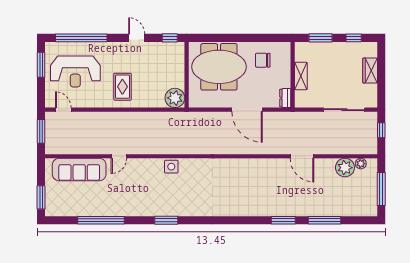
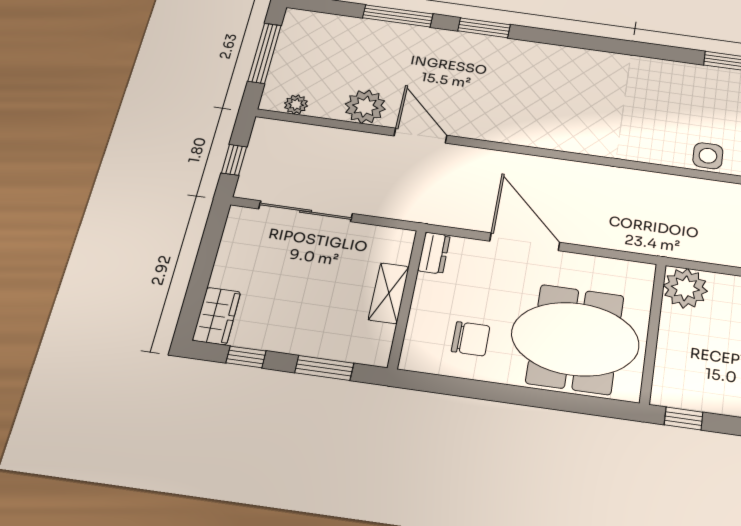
wardrobe: (370, 71) -> (216, 316), moved
plant: (345, 168) -> (365, 107), moved

